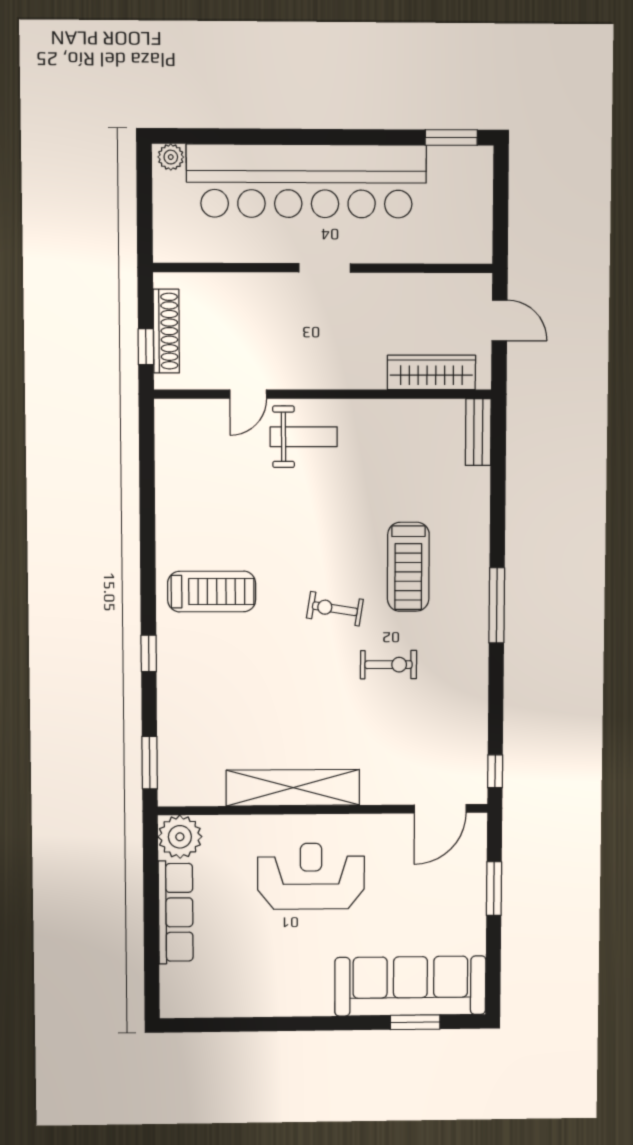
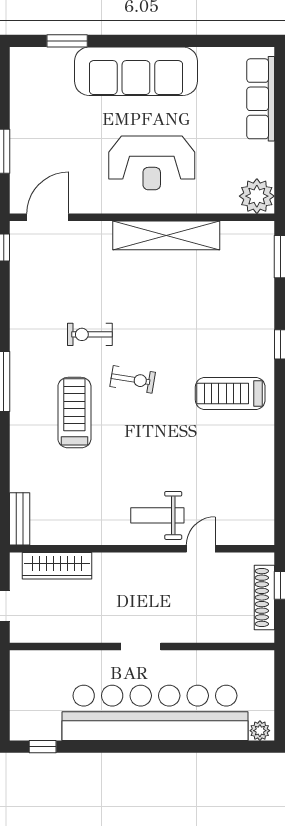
window: (451, 137) -> (43, 747), width x0.67
row of seats: (176, 912) -> (261, 99), moved
sofa: (410, 986) -> (136, 71), moved

